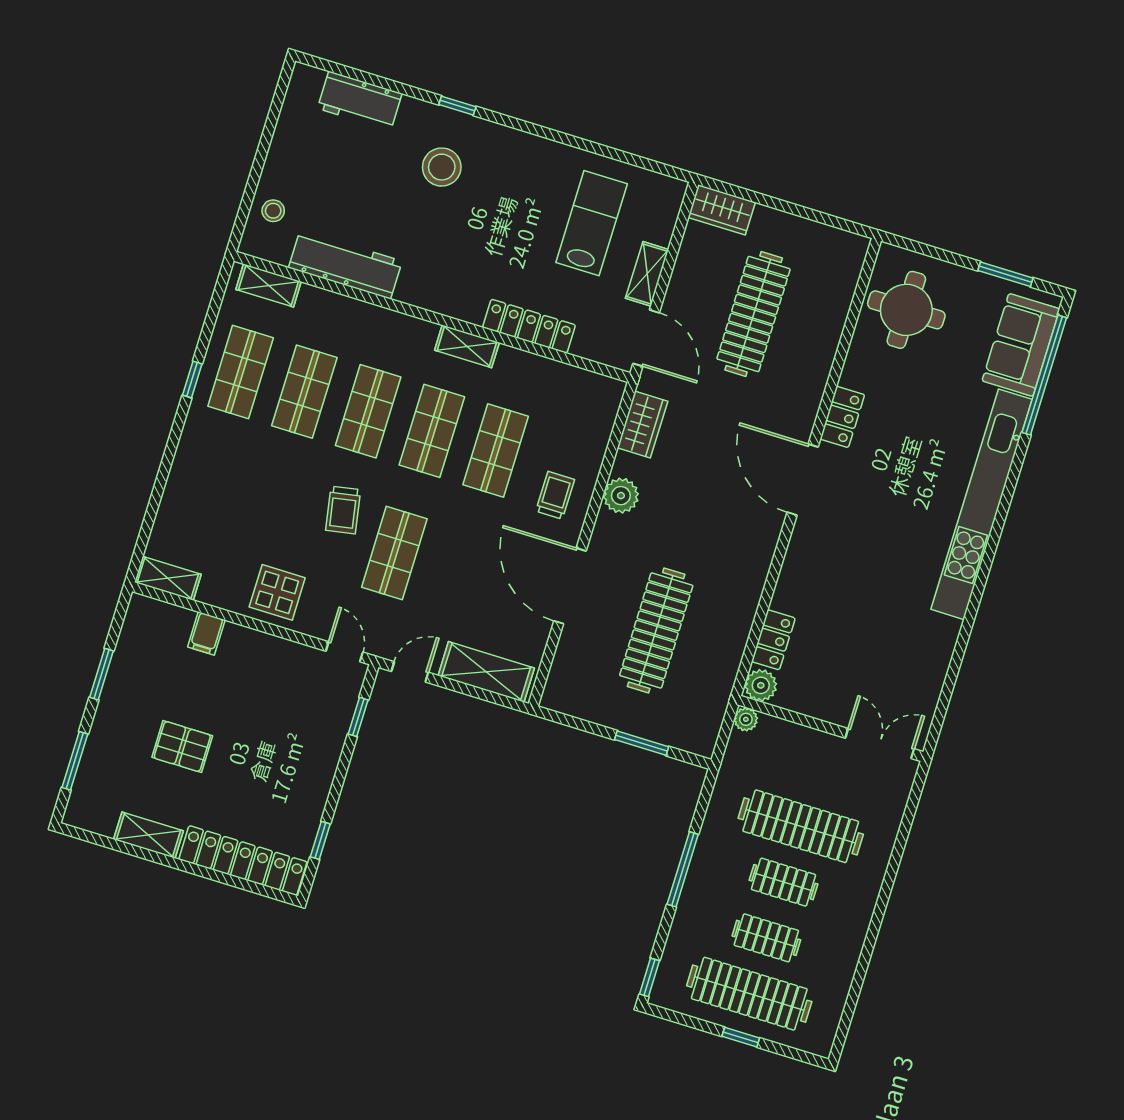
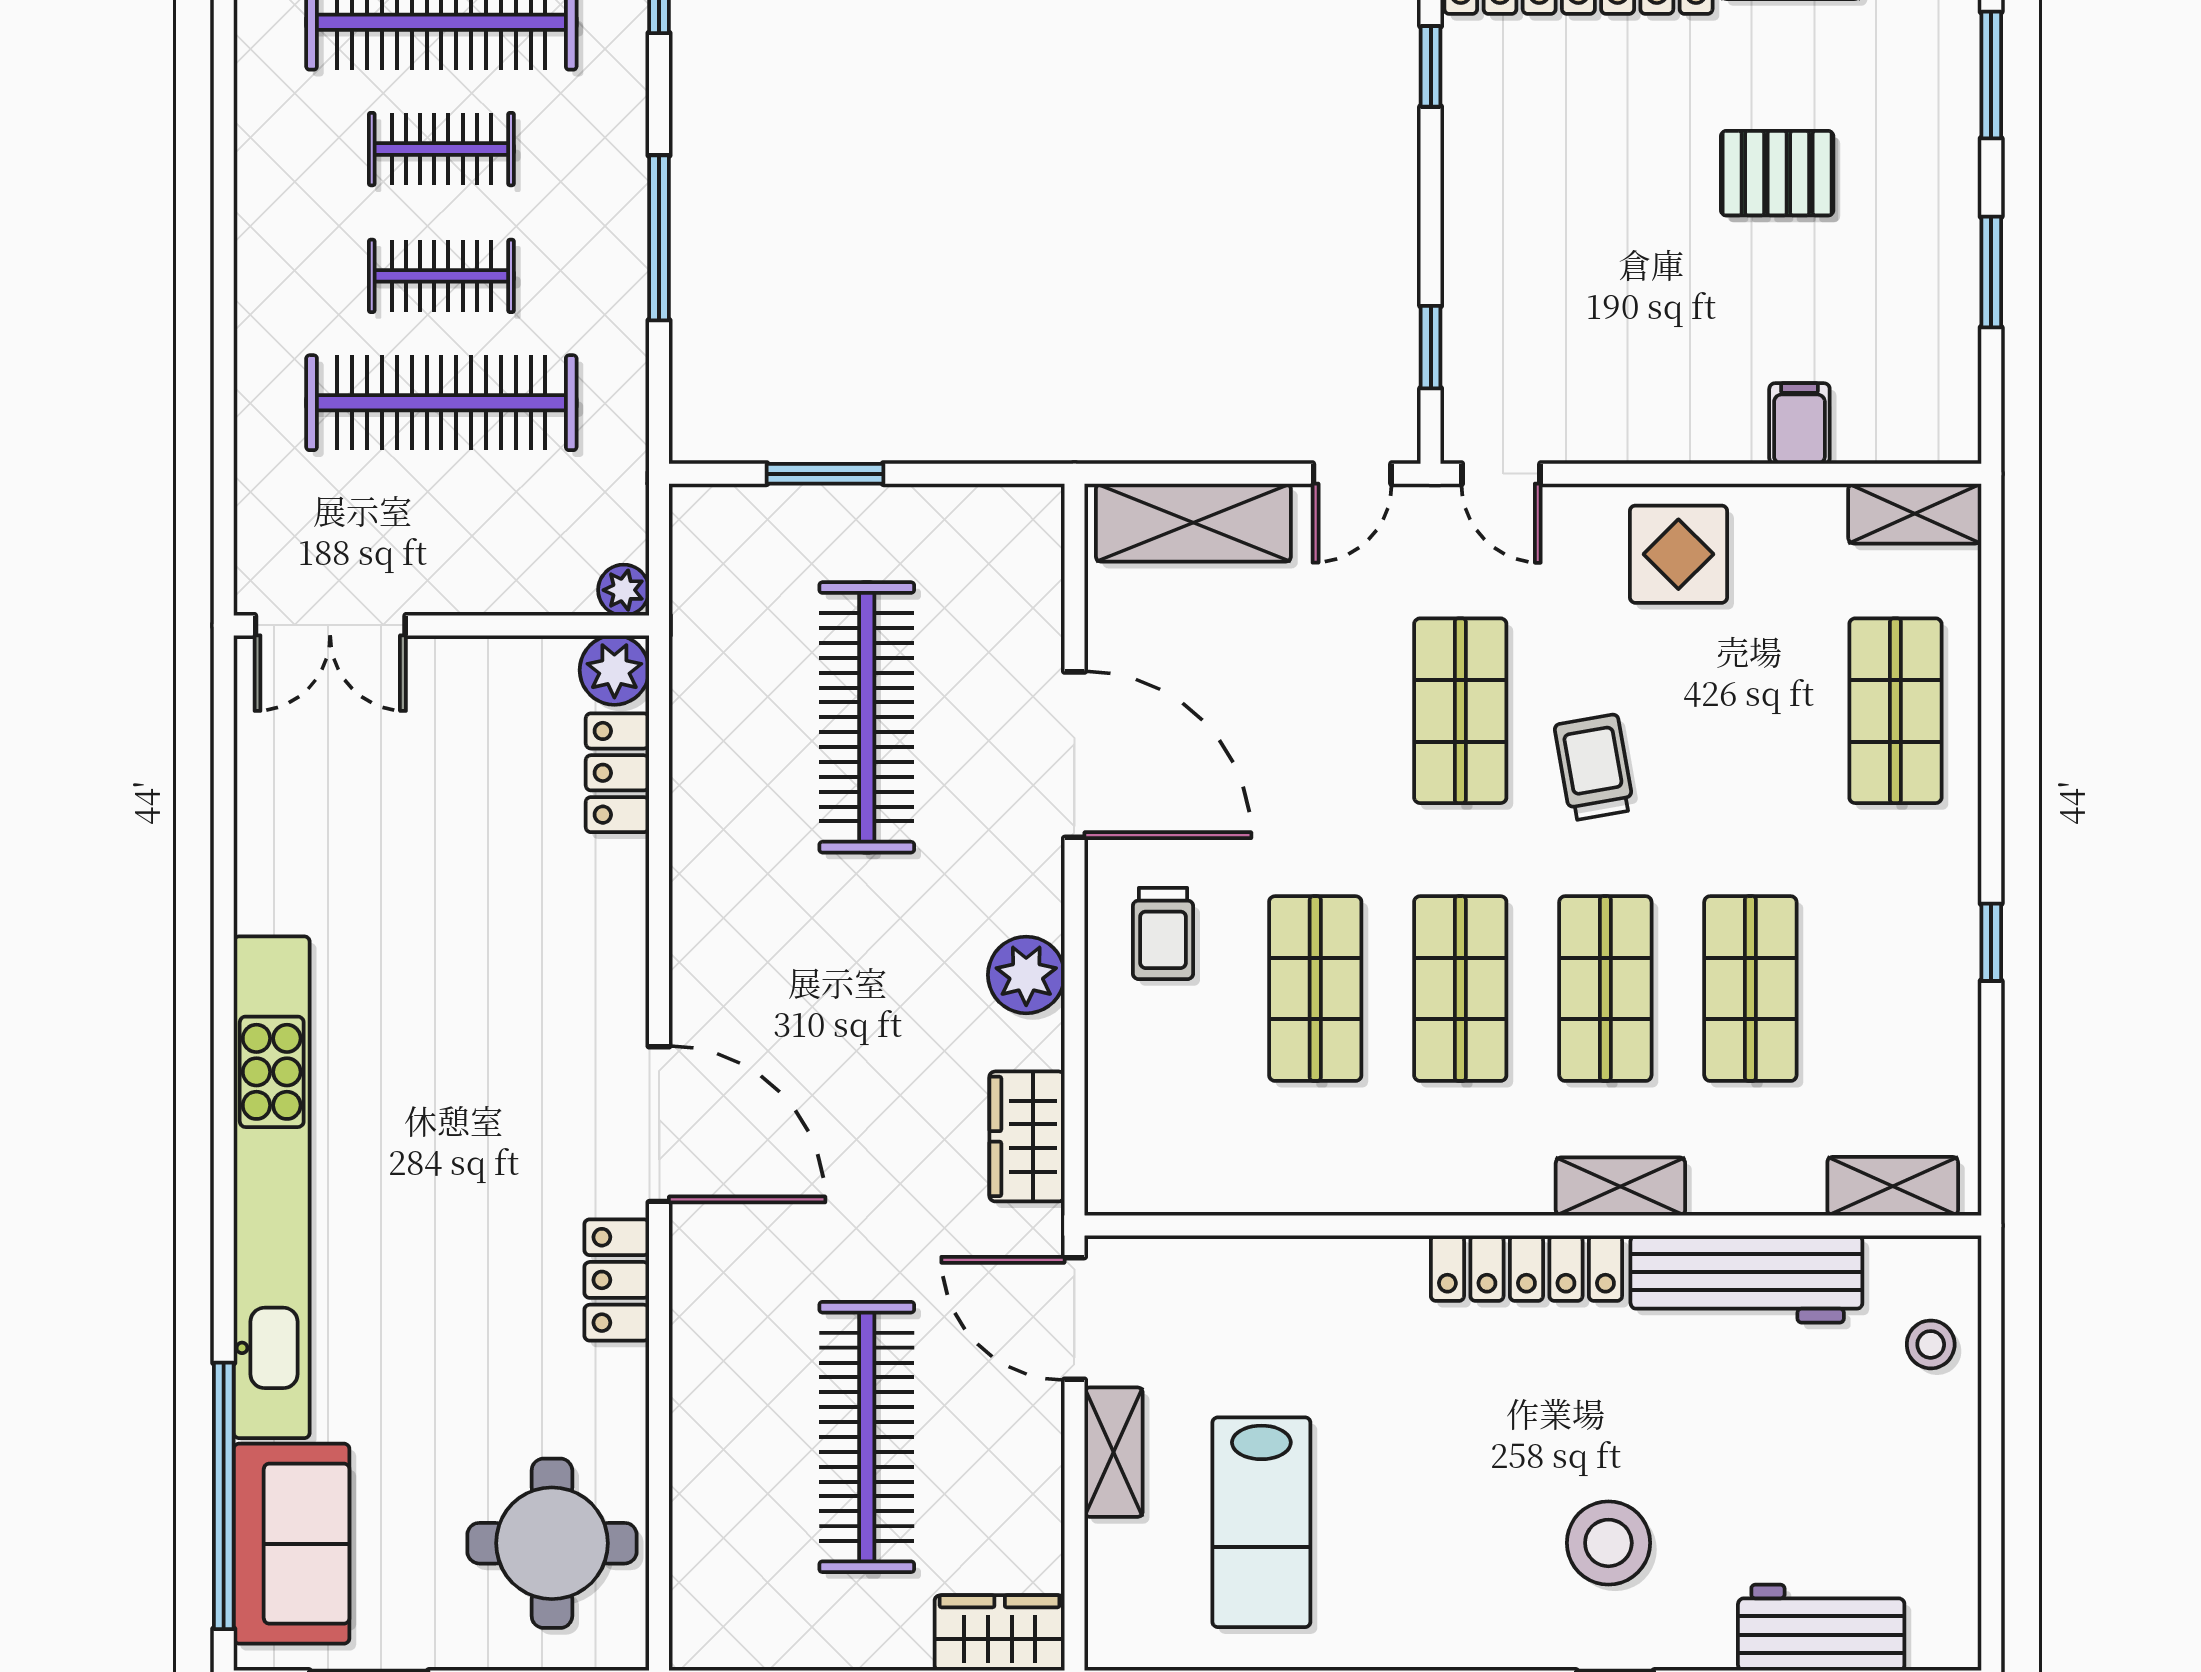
locker: (529, 326) -> (1526, 1268), moved
shelving: (467, 346) -> (1620, 1187), moved
shop shelf: (241, 372) -> (1895, 711), moved

